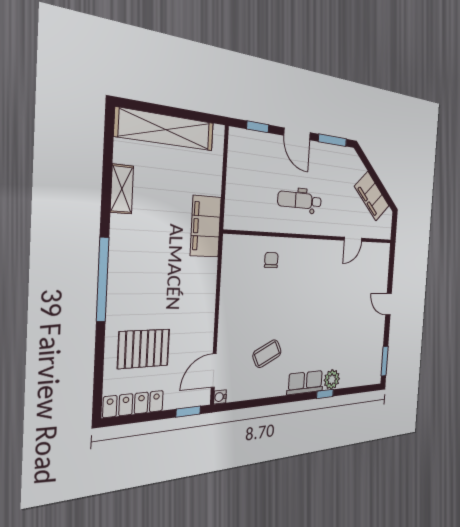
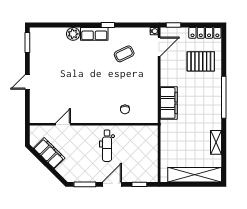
door: (297, 134) -> (112, 184), hinge flipped
dental chair: (300, 200) -> (107, 146), turned 90
filing cabinet: (206, 226) -> (169, 103), moved
door: (389, 304) -> (27, 82), swing flipped
window: (325, 394) -> (108, 25), moved

